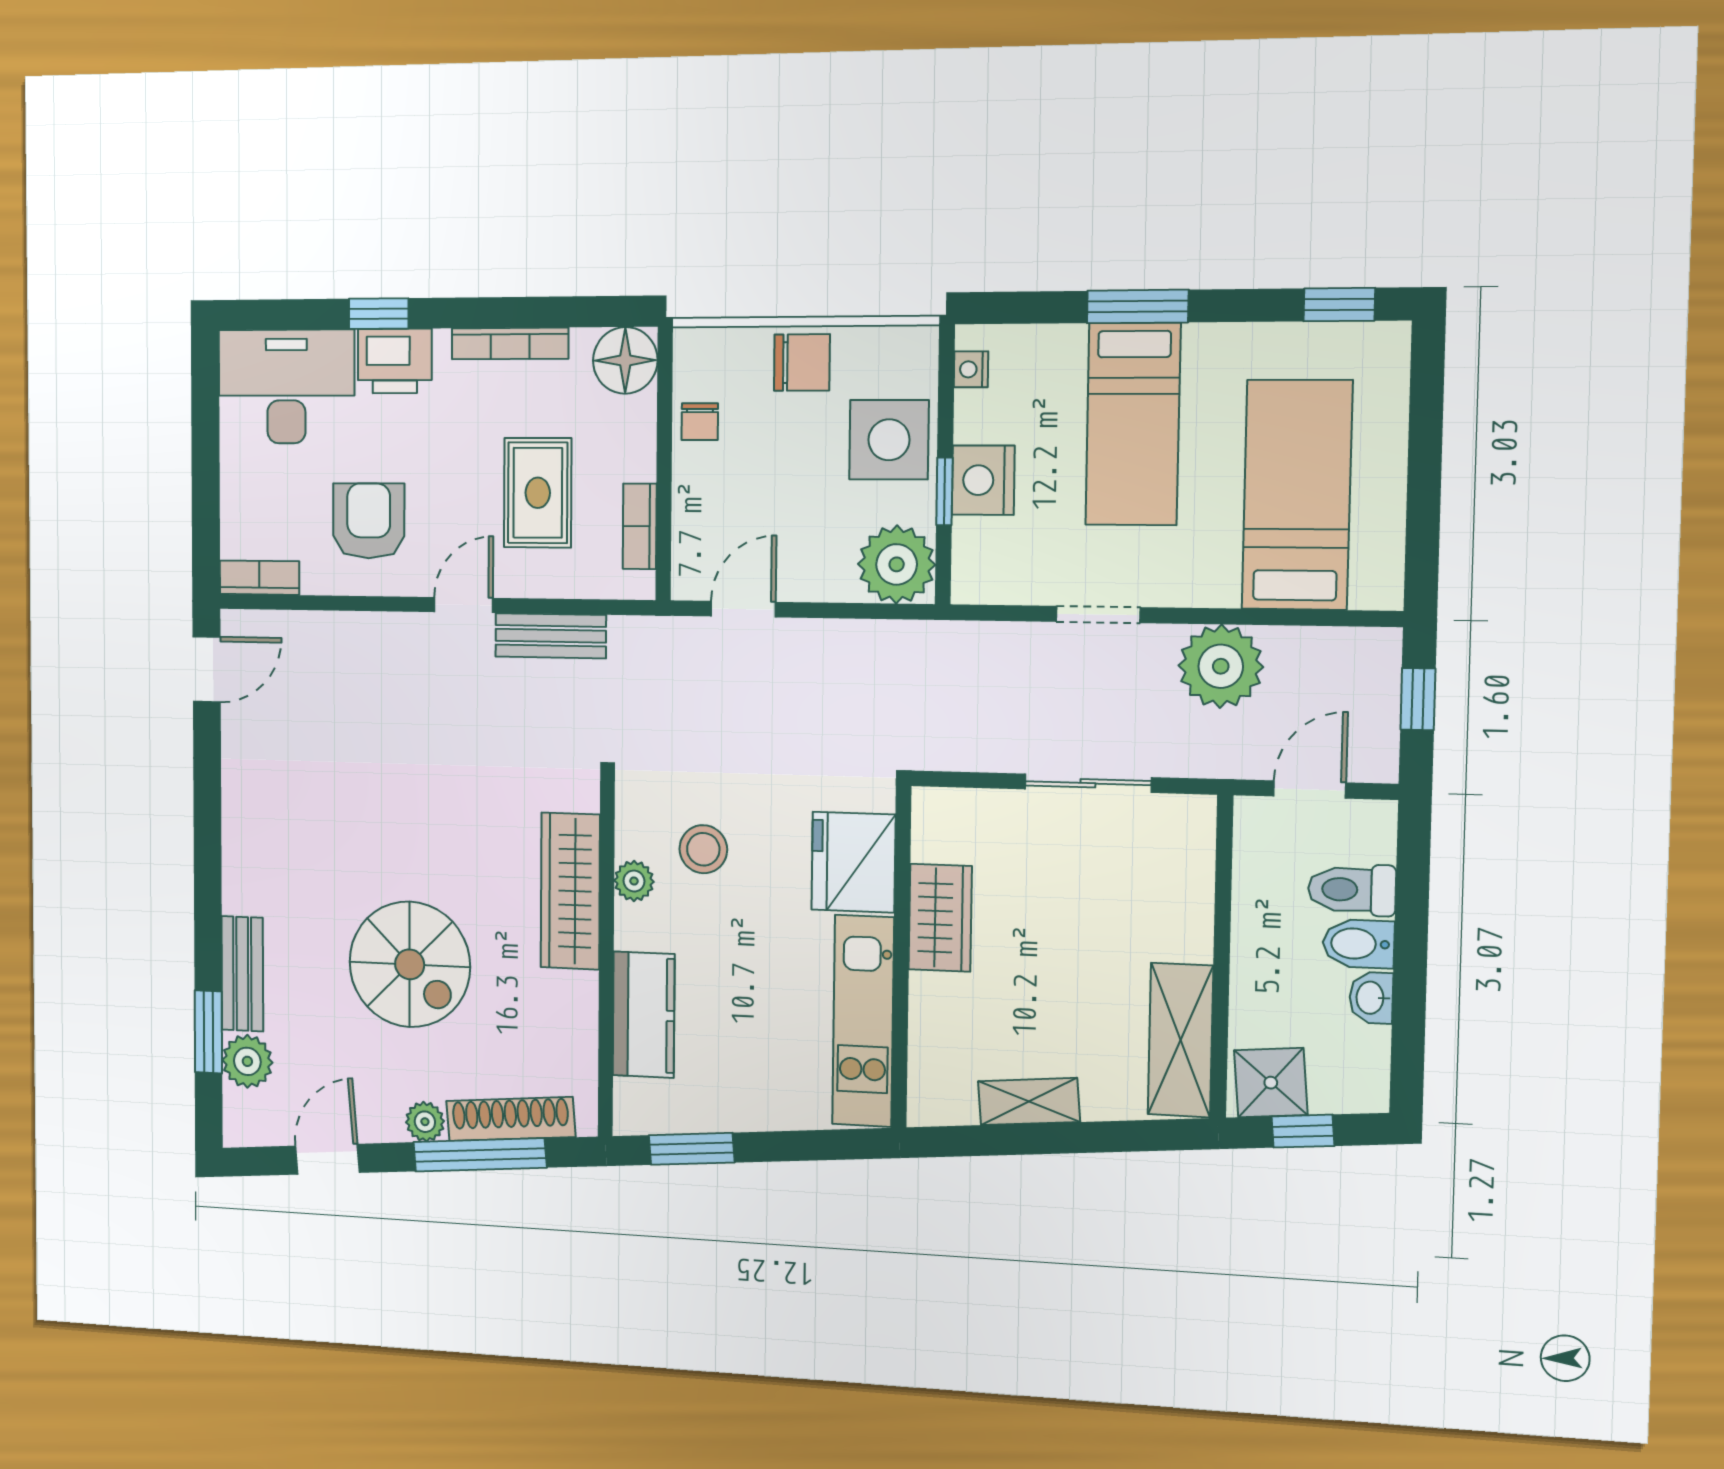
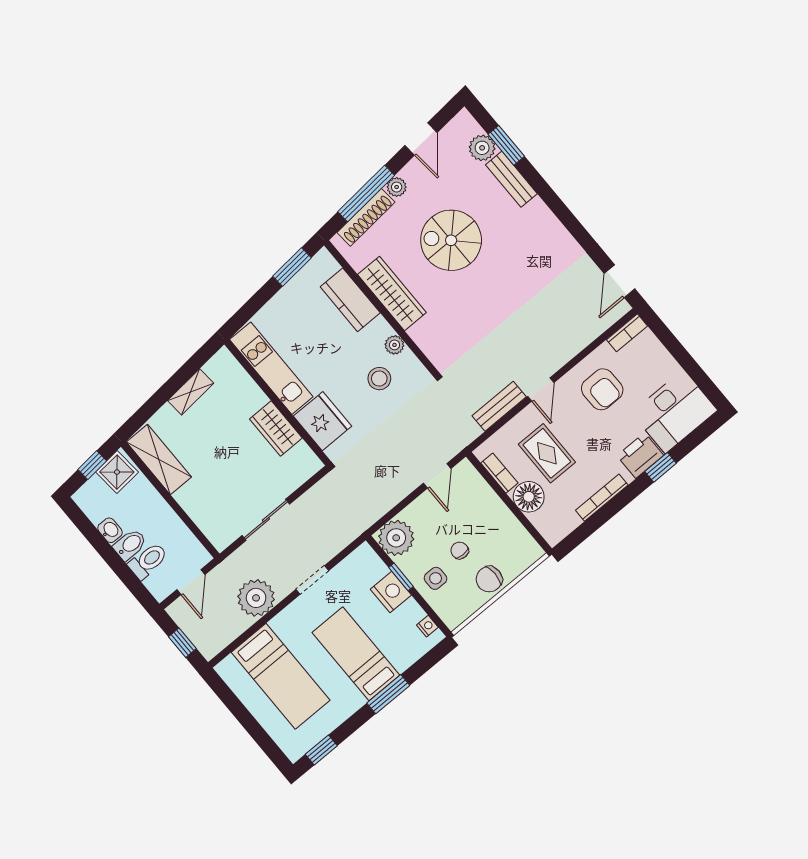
floor lamp: (625, 360) -> (529, 497), moved
chair: (700, 422) -> (460, 550), moved
side table: (889, 440) -> (436, 578), width x0.54, depth x0.54
wardrobe: (570, 891) -> (392, 294), moved

